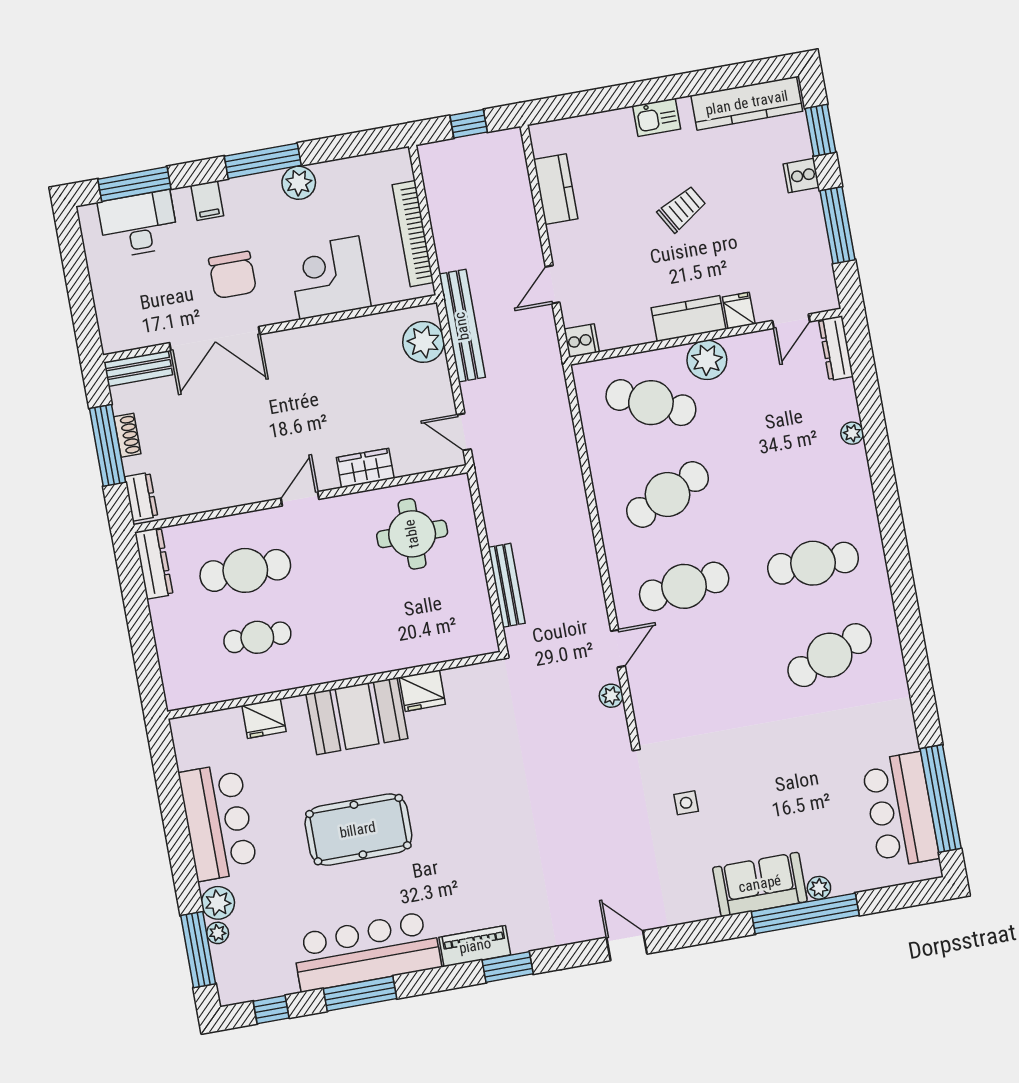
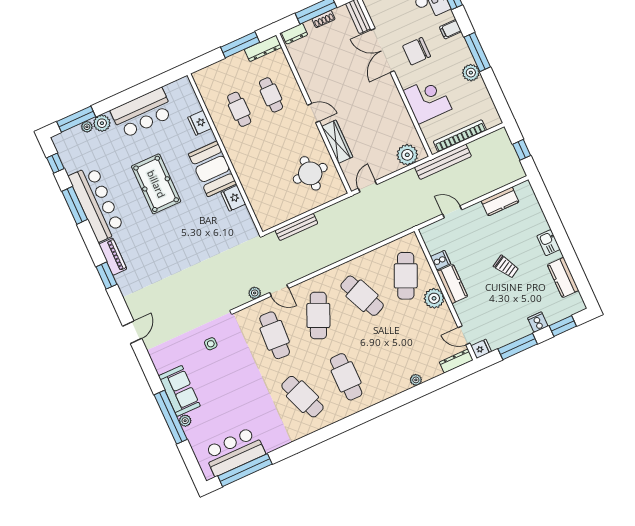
kitchen counter: (747, 103) -> (563, 277), width x0.67
fridge: (739, 311) -> (481, 349), moved
bench: (462, 326) -> (443, 162), moved
cooker: (582, 341) -> (440, 260), moved, turned -90
wardrobe: (365, 468) -> (337, 142), width x1.50
cafe table: (245, 570) -> (271, 95), width x0.73, depth x0.74
cafe table: (684, 586) -> (318, 315), turned 30
window: (136, 605) -> (240, 45), added
cafe table: (701, 678) -> (275, 335), added

